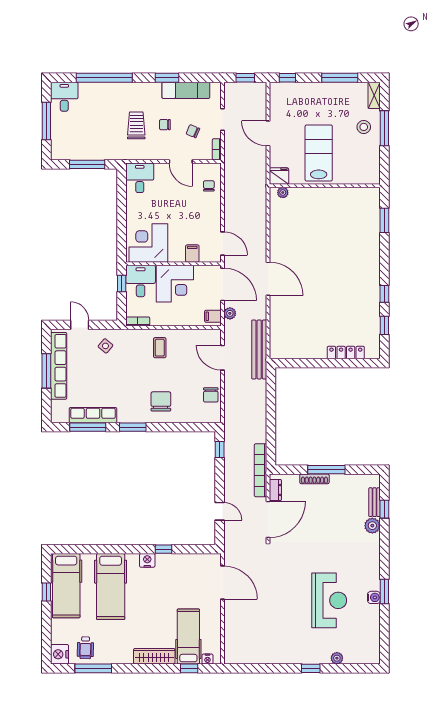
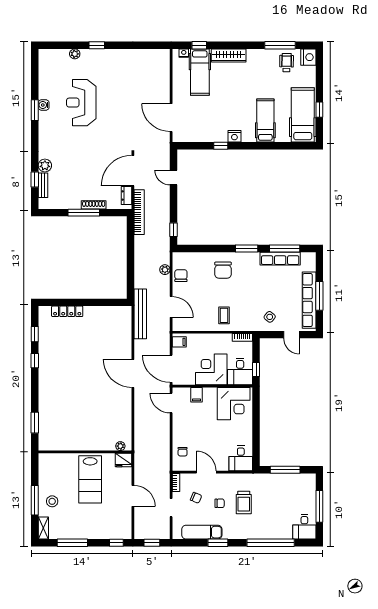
plant: (230, 313) -> (165, 270), moved
hospital bed: (111, 587) -> (265, 120), width x0.73, depth x0.78

